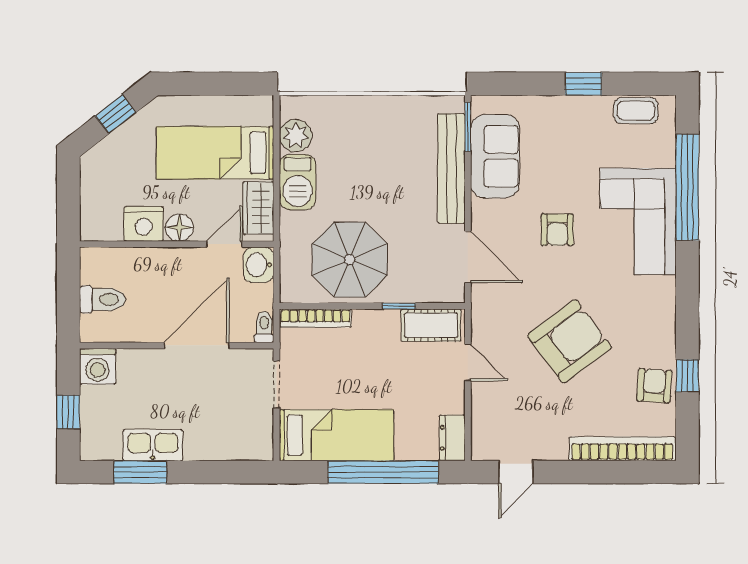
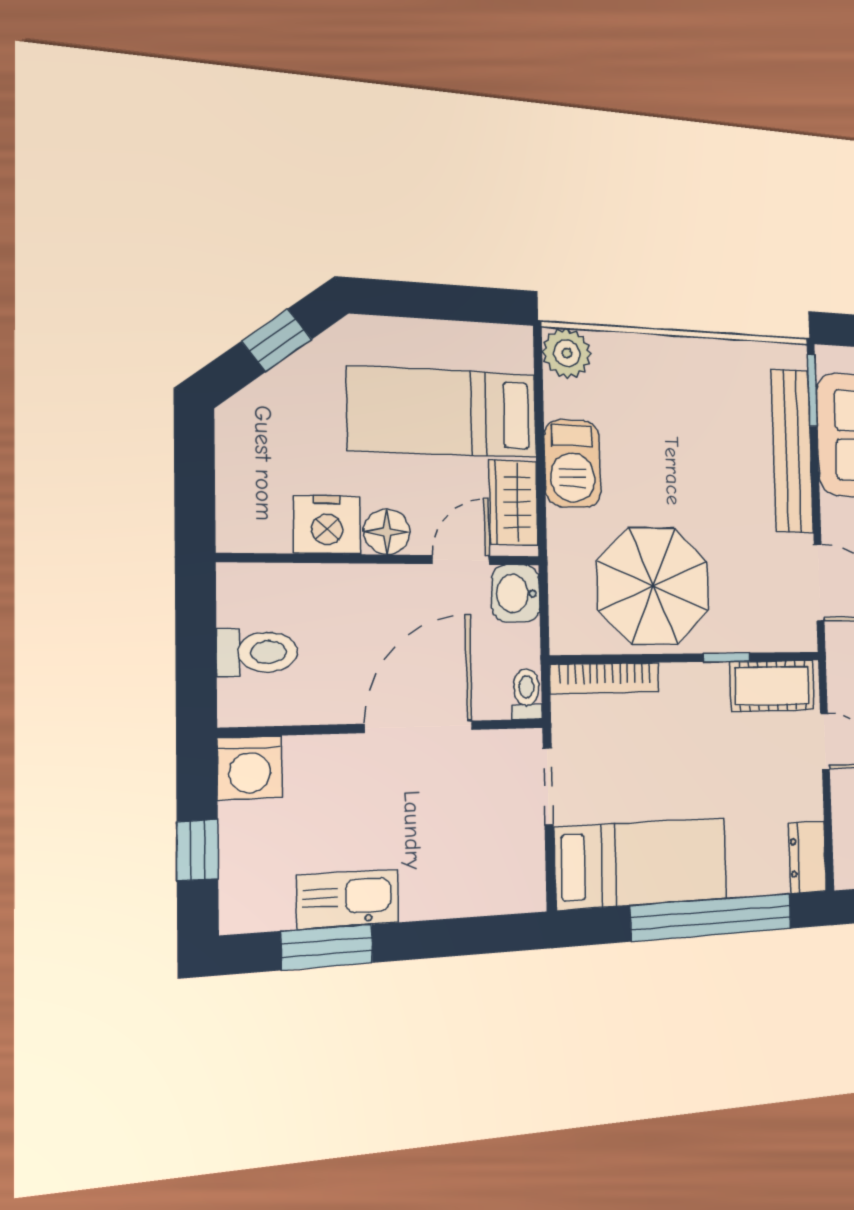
plant: (296, 136) -> (567, 353), moved

